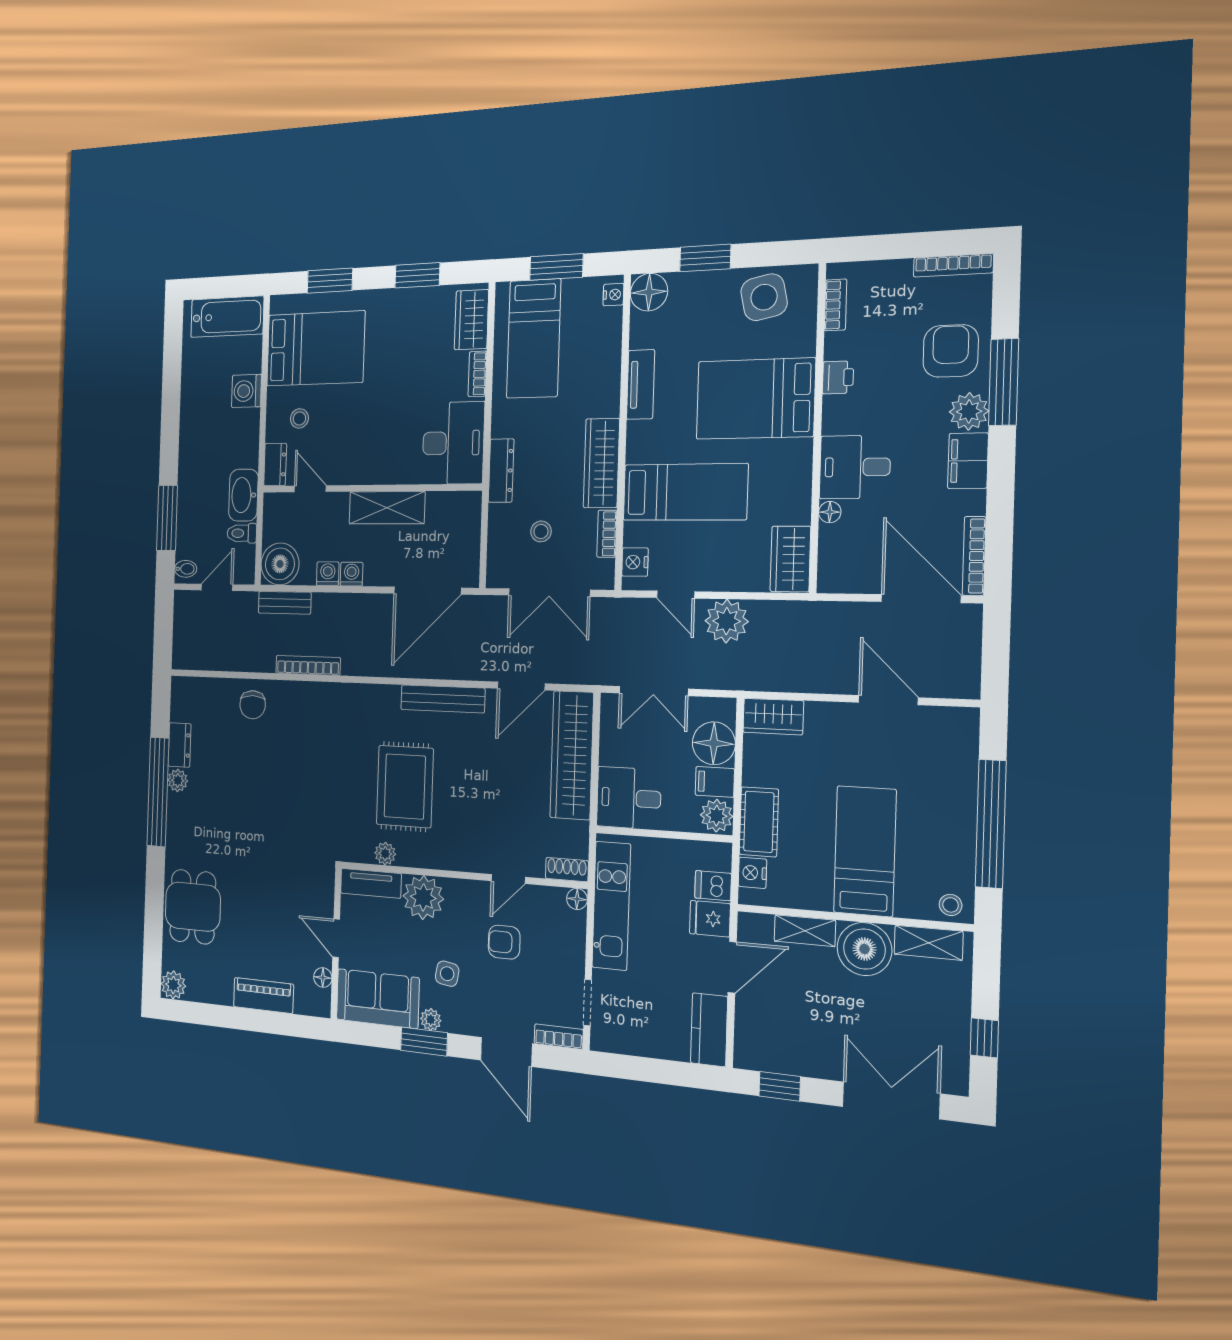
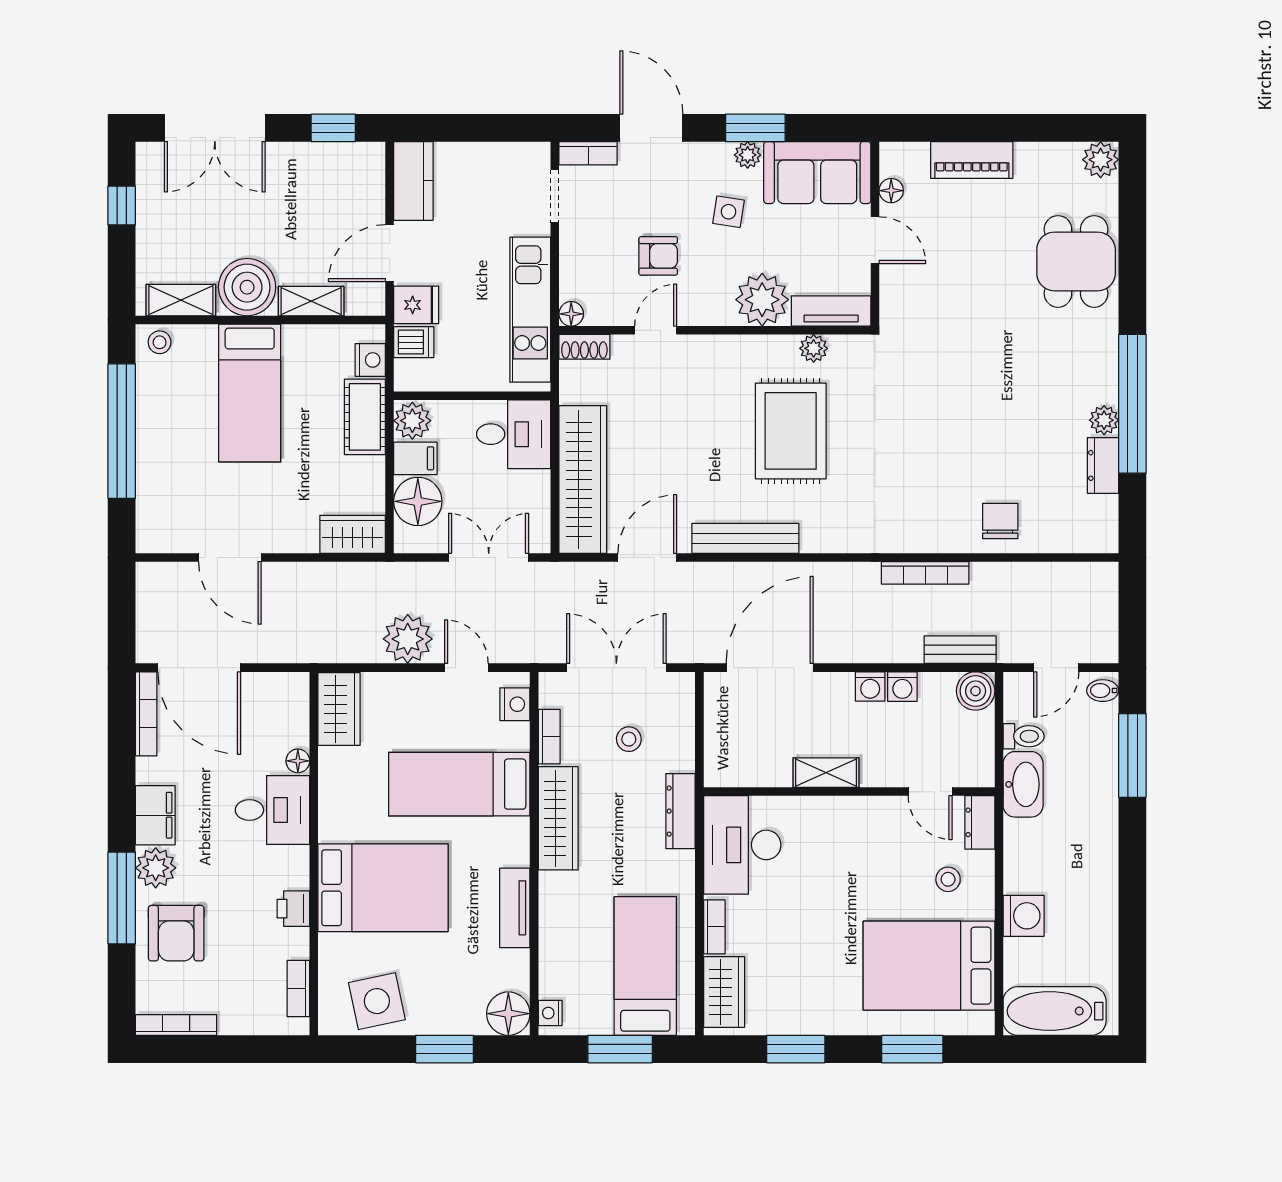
shelving: (387, 508) -> (826, 773), width x0.67, depth x0.75
boiler: (280, 564) -> (976, 691), width x0.73, depth x0.73

